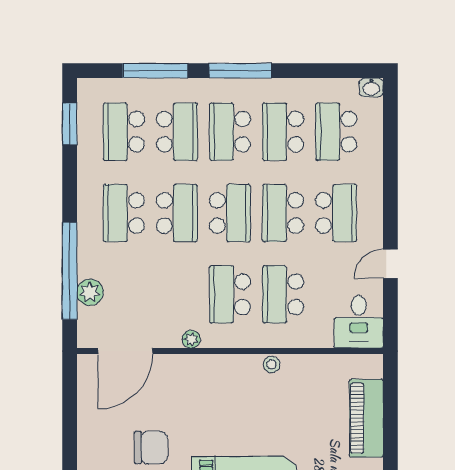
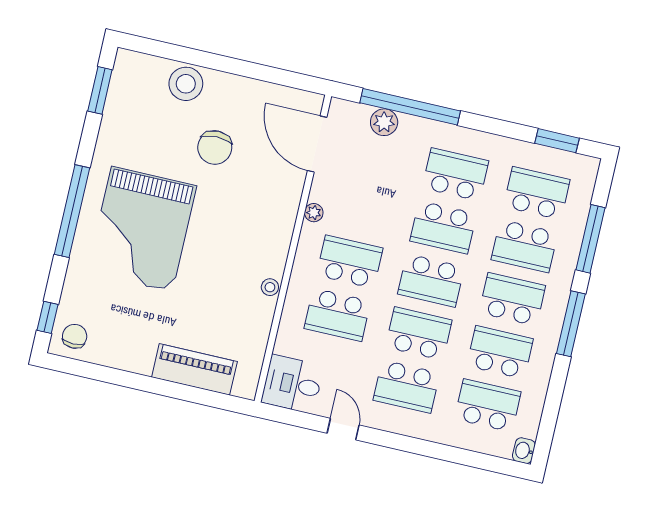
school desk: (283, 294) -> (337, 315), turned 180

